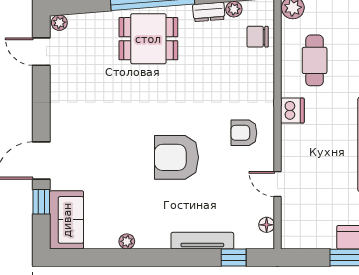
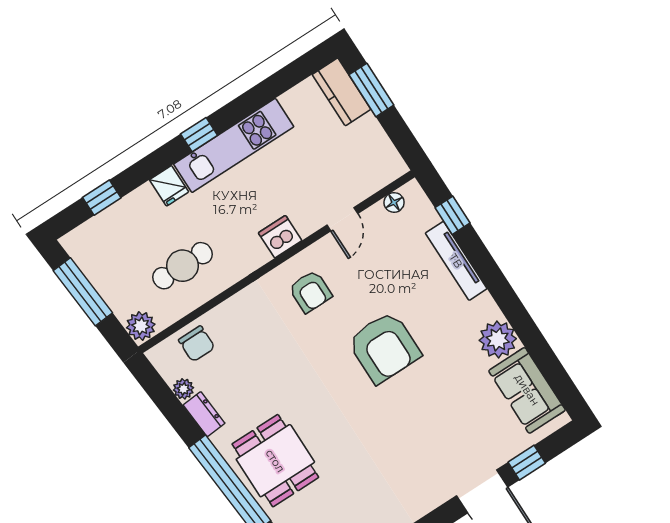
dishwasher: (292, 111) -> (280, 237), moved
sofa: (67, 220) -> (527, 390), moved, turned -90
plant: (127, 241) -> (498, 340), width x1.88, depth x1.88

